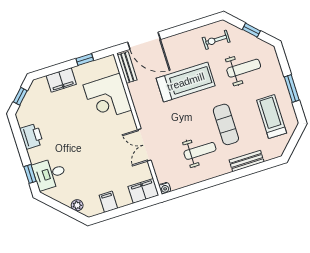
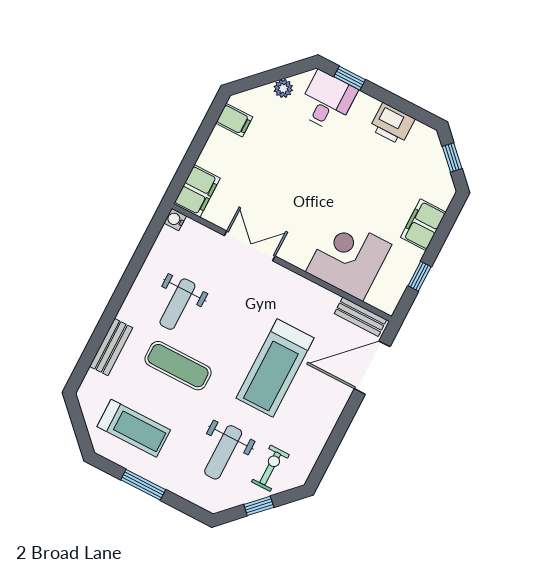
exercise bike: (216, 40) -> (270, 468), moved
filing cabinet: (108, 202) -> (234, 120), moved
plant: (77, 205) -> (283, 88), moved

